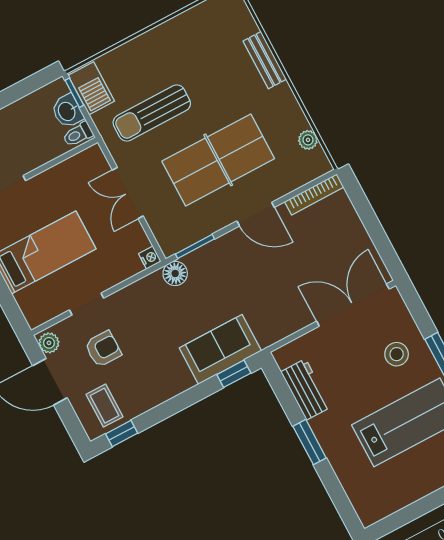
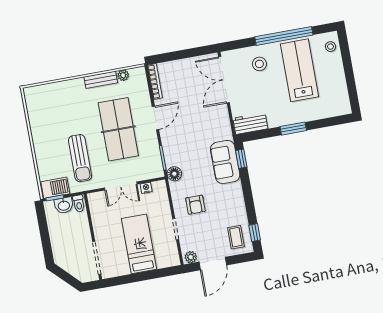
bench: (265, 60) -> (101, 80), moved
nightstand: (150, 258) -> (146, 188), moved
armchair: (103, 349) -> (195, 205), moved, turned 180
workbench: (306, 389) -> (250, 123), moved
coffee table: (105, 406) -> (236, 237), turned 90

